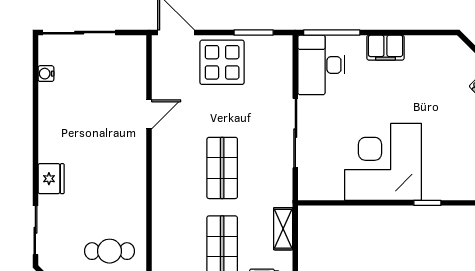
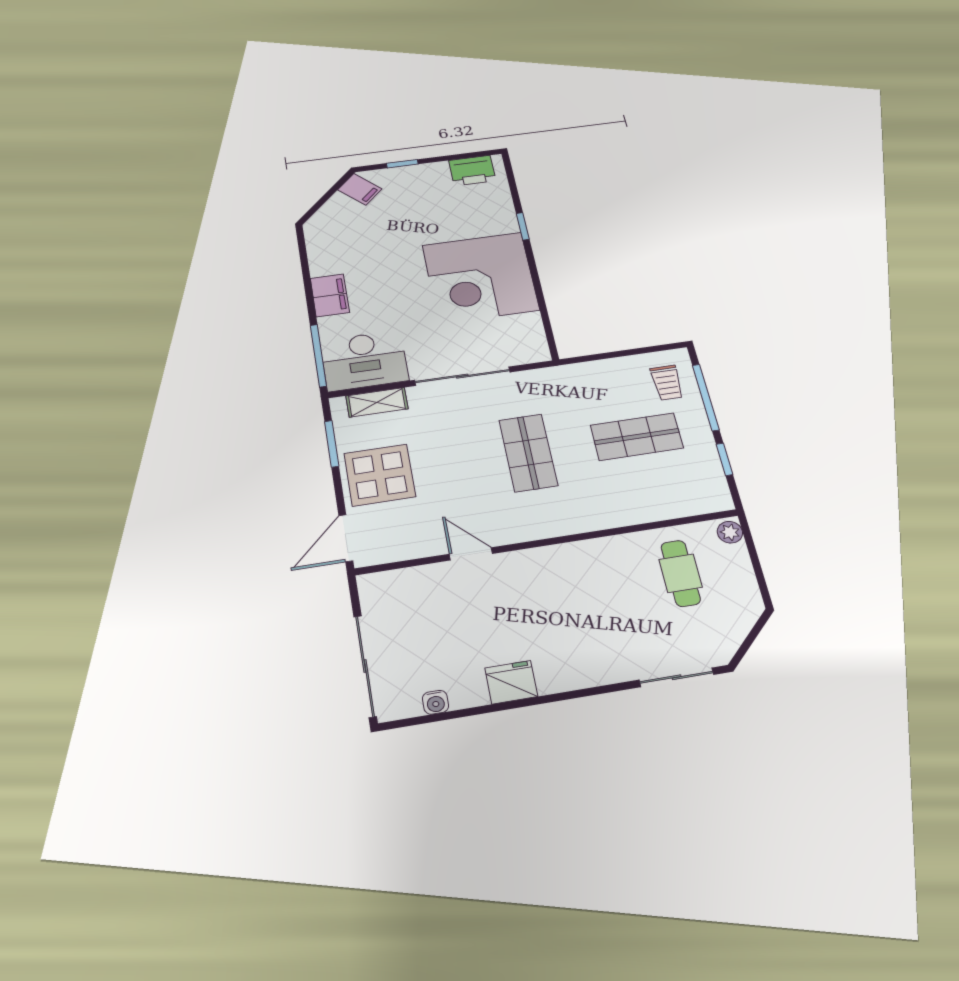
shop shelf: (222, 168) -> (528, 453), turned 90
fridge: (51, 179) -> (511, 682), moved
shelving: (283, 229) -> (377, 402), moved

